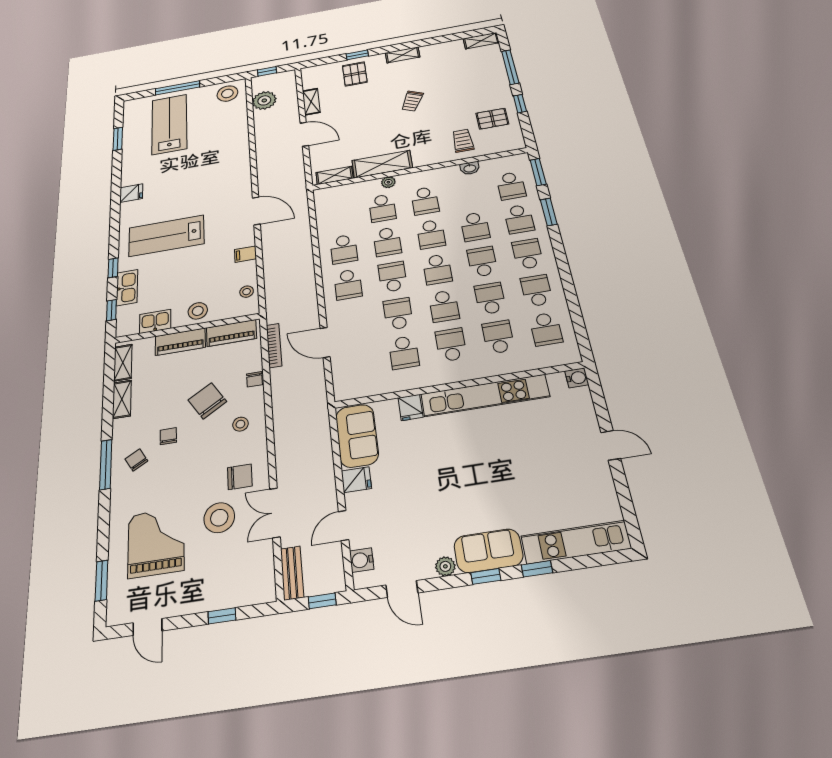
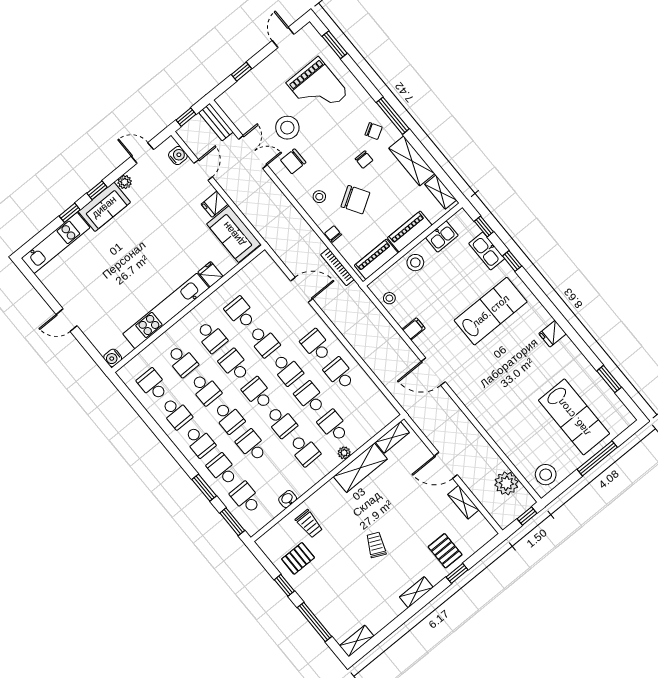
school desk: (425, 201) -> (304, 450), turned 180
school desk: (431, 234) -> (281, 422), turned 180
shelving: (122, 399) -> (412, 161), width x1.50, depth x1.33
door: (147, 627) -> (283, 37), hinge flipped

